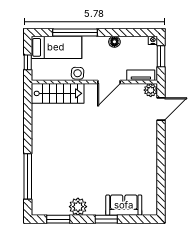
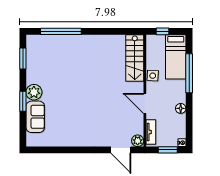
plant: (78, 207) -> (34, 92), moved

